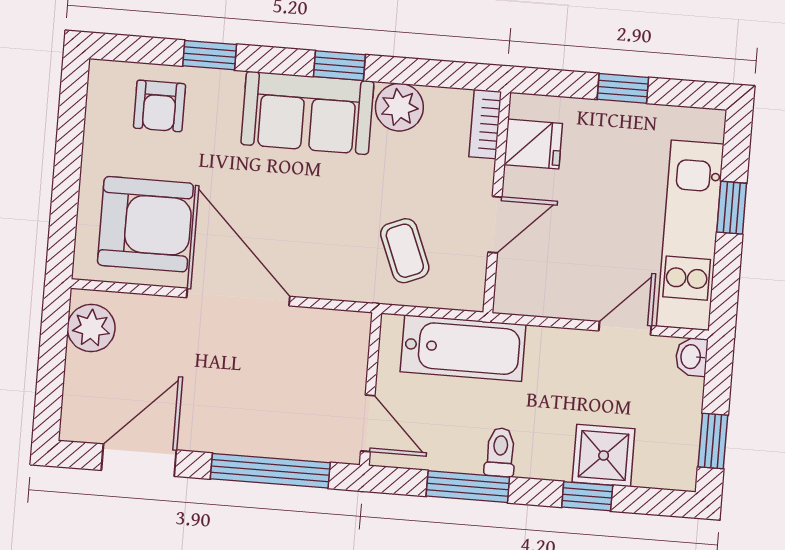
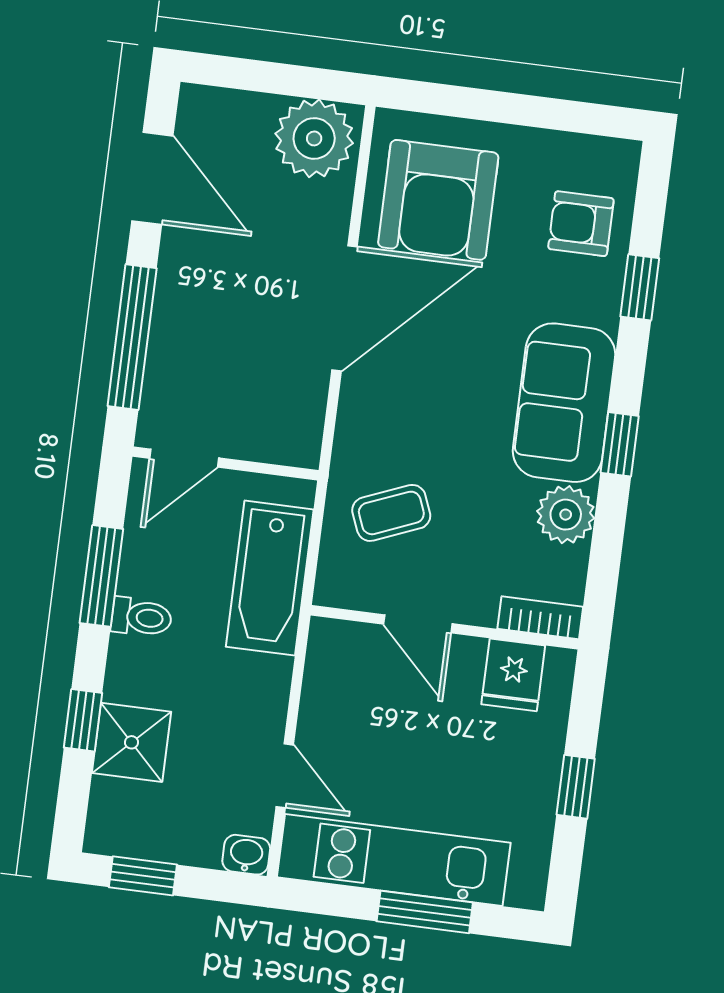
window: (732, 208) -> (425, 912), width x1.50
plant: (91, 328) -> (314, 138), width x1.36, depth x1.36

